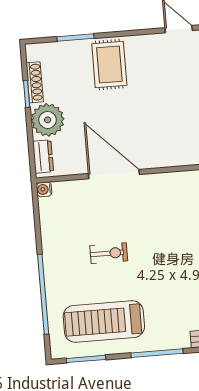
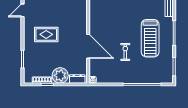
rug: (109, 65) -> (46, 34), moved
door: (114, 174) -> (88, 46), swing flipped
treadmill: (104, 321) -> (150, 38), moved

